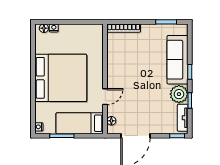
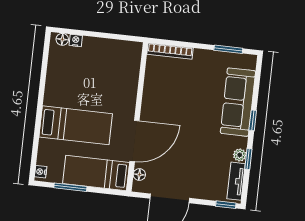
bed: (61, 78) -> (76, 125), width x0.49
plant: (179, 94) -> (240, 155), width x0.53, depth x0.53
door: (105, 97) -> (134, 141), width x1.88

